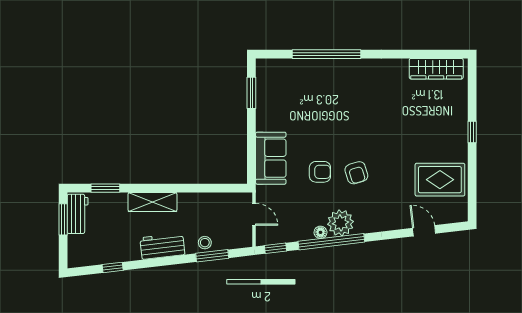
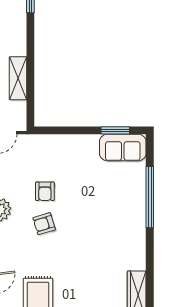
sofa: (271, 158) -> (123, 148), moved
shelving: (152, 202) -> (18, 78), moved

